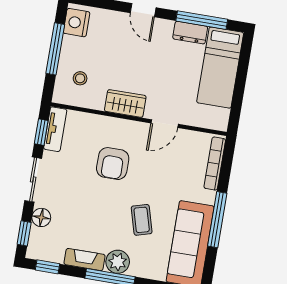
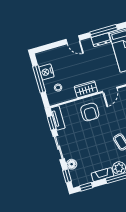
nightstand: (77, 23) -> (46, 72), moved
armchair: (113, 164) -> (90, 112), moved

